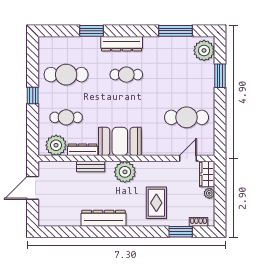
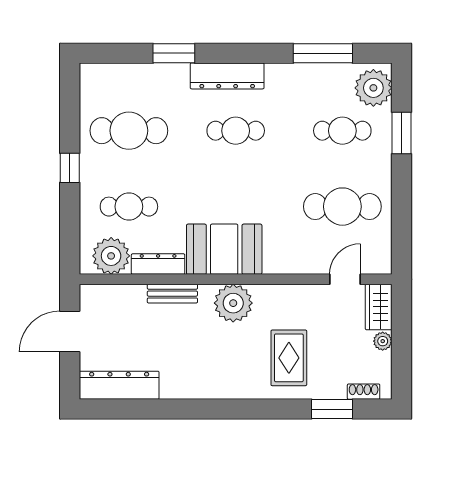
cafe table: (187, 75) -> (342, 131), added
dresser: (104, 218) -> (119, 385), moved

